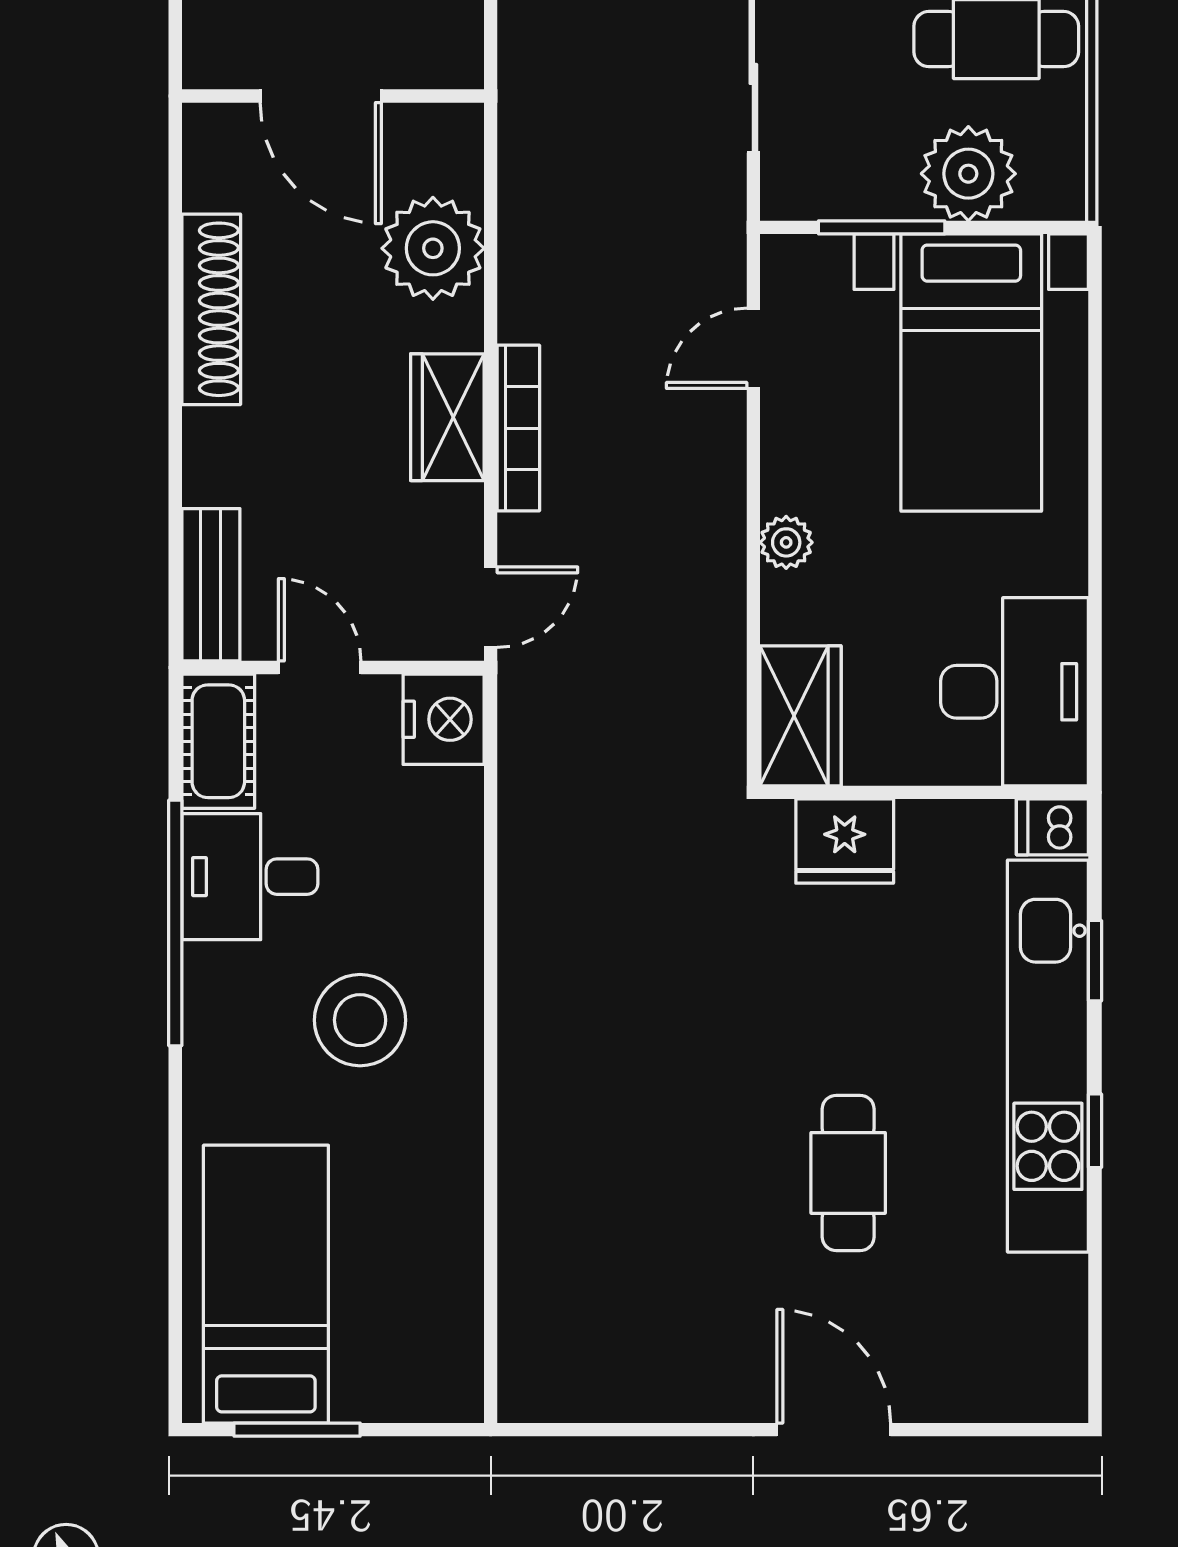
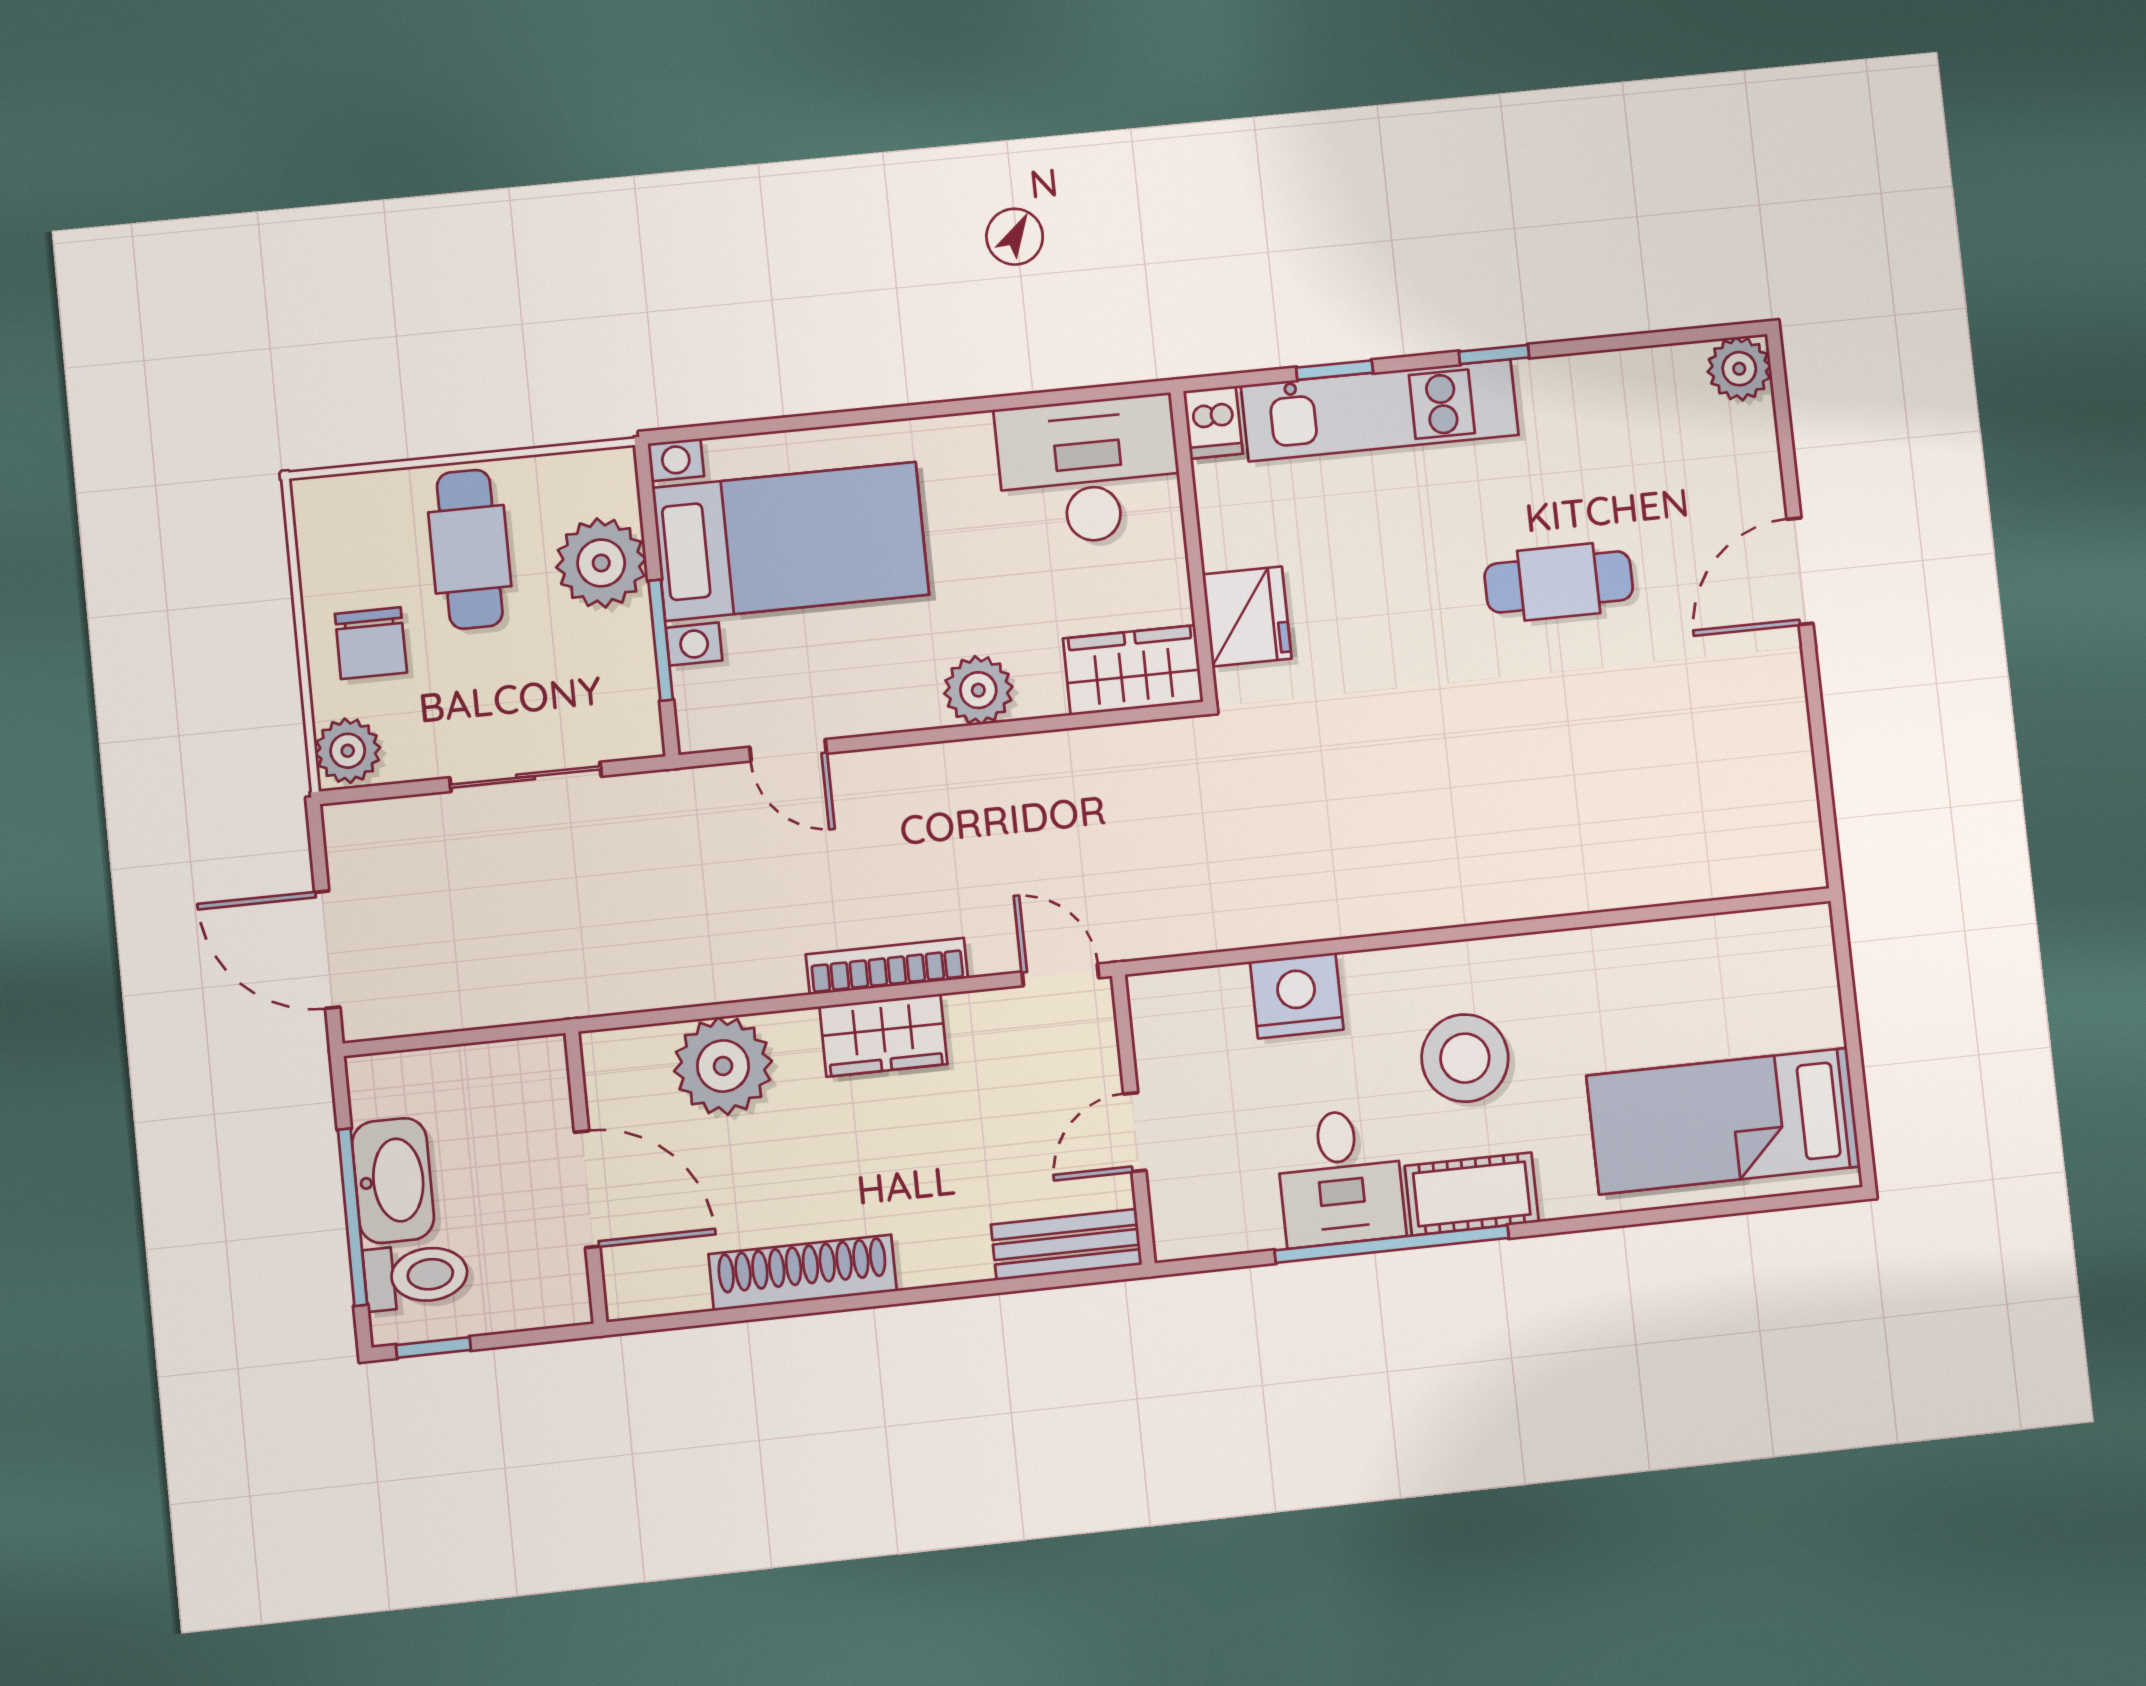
door: (321, 96) -> (587, 1189), hinge flipped
plant: (786, 542) -> (978, 690), width x1.38, depth x1.38
nightstand: (444, 719) -> (1297, 996), moved
cot: (218, 741) -> (1472, 1194), moved
kitchen unit: (1048, 1056) -> (1380, 410), width x0.73
plant: (1054, 1389) -> (1739, 369), added
window: (297, 1430) -> (1857, 1077), removed

